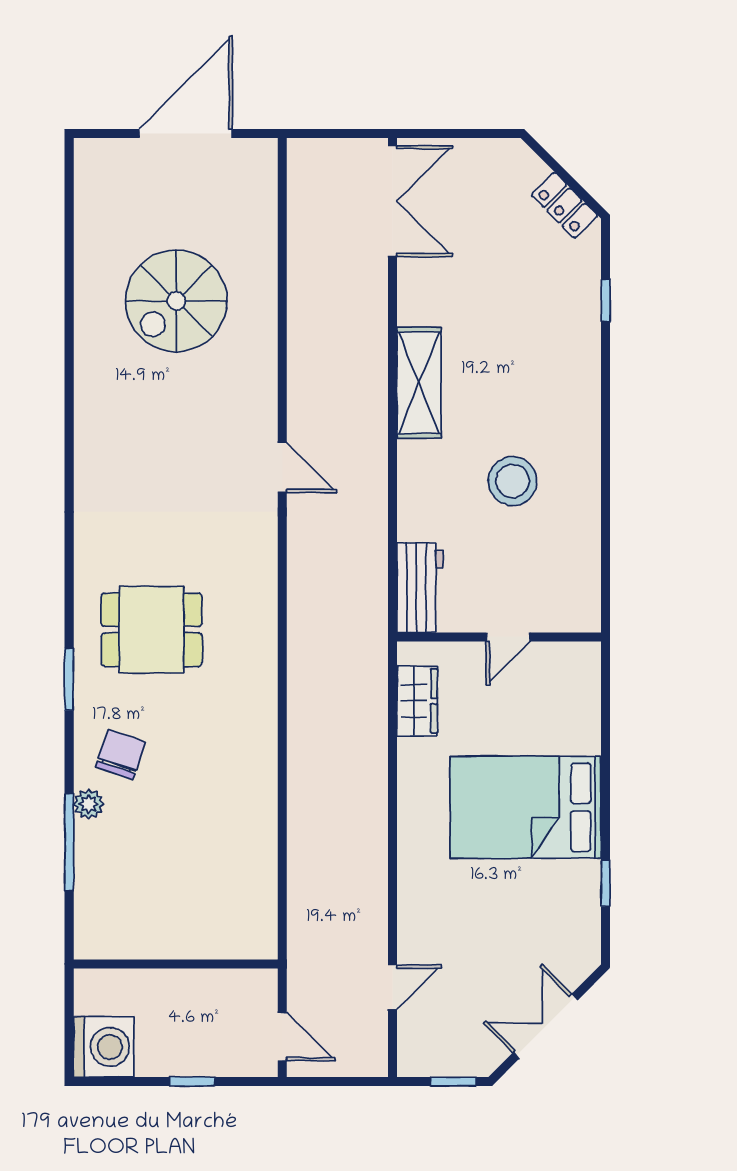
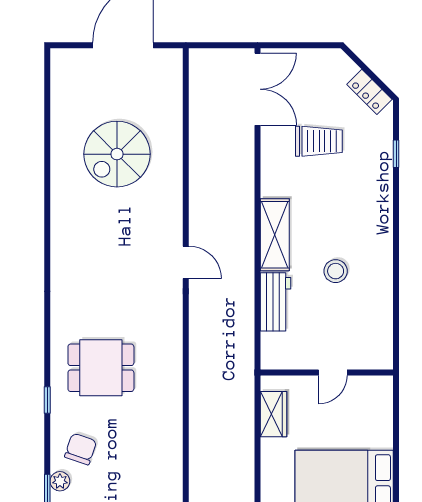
trolley: (487, 281) -> (319, 141), added
shelving: (419, 383) -> (275, 235), moved
stool: (513, 481) -> (336, 271), width x0.73, depth x0.73
workbench: (420, 588) -> (275, 302), moved
window: (69, 679) -> (47, 400), width x0.67

